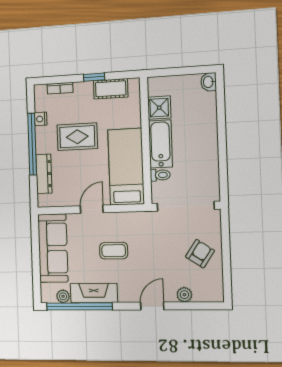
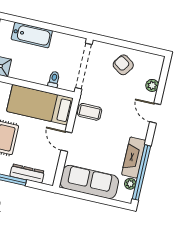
bathtub: (160, 144) -> (32, 35), moved, turned 180
coffee table: (114, 251) -> (90, 112), moved, turned 90

